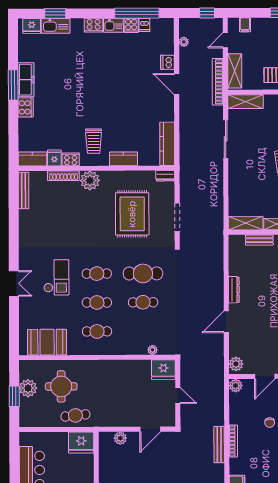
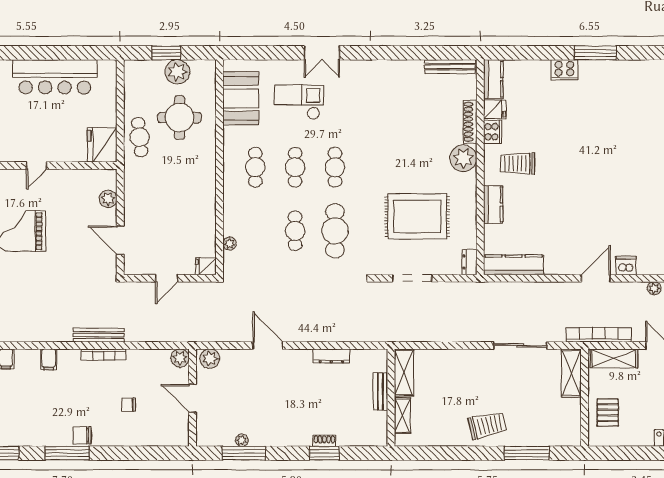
freezer: (26, 80) -> (603, 71), removed
checkout: (56, 277) -> (299, 102), moved, turned 180
dresser: (234, 290) -> (331, 356), moved
fridge: (163, 370) -> (206, 266), width x0.53, depth x0.75

